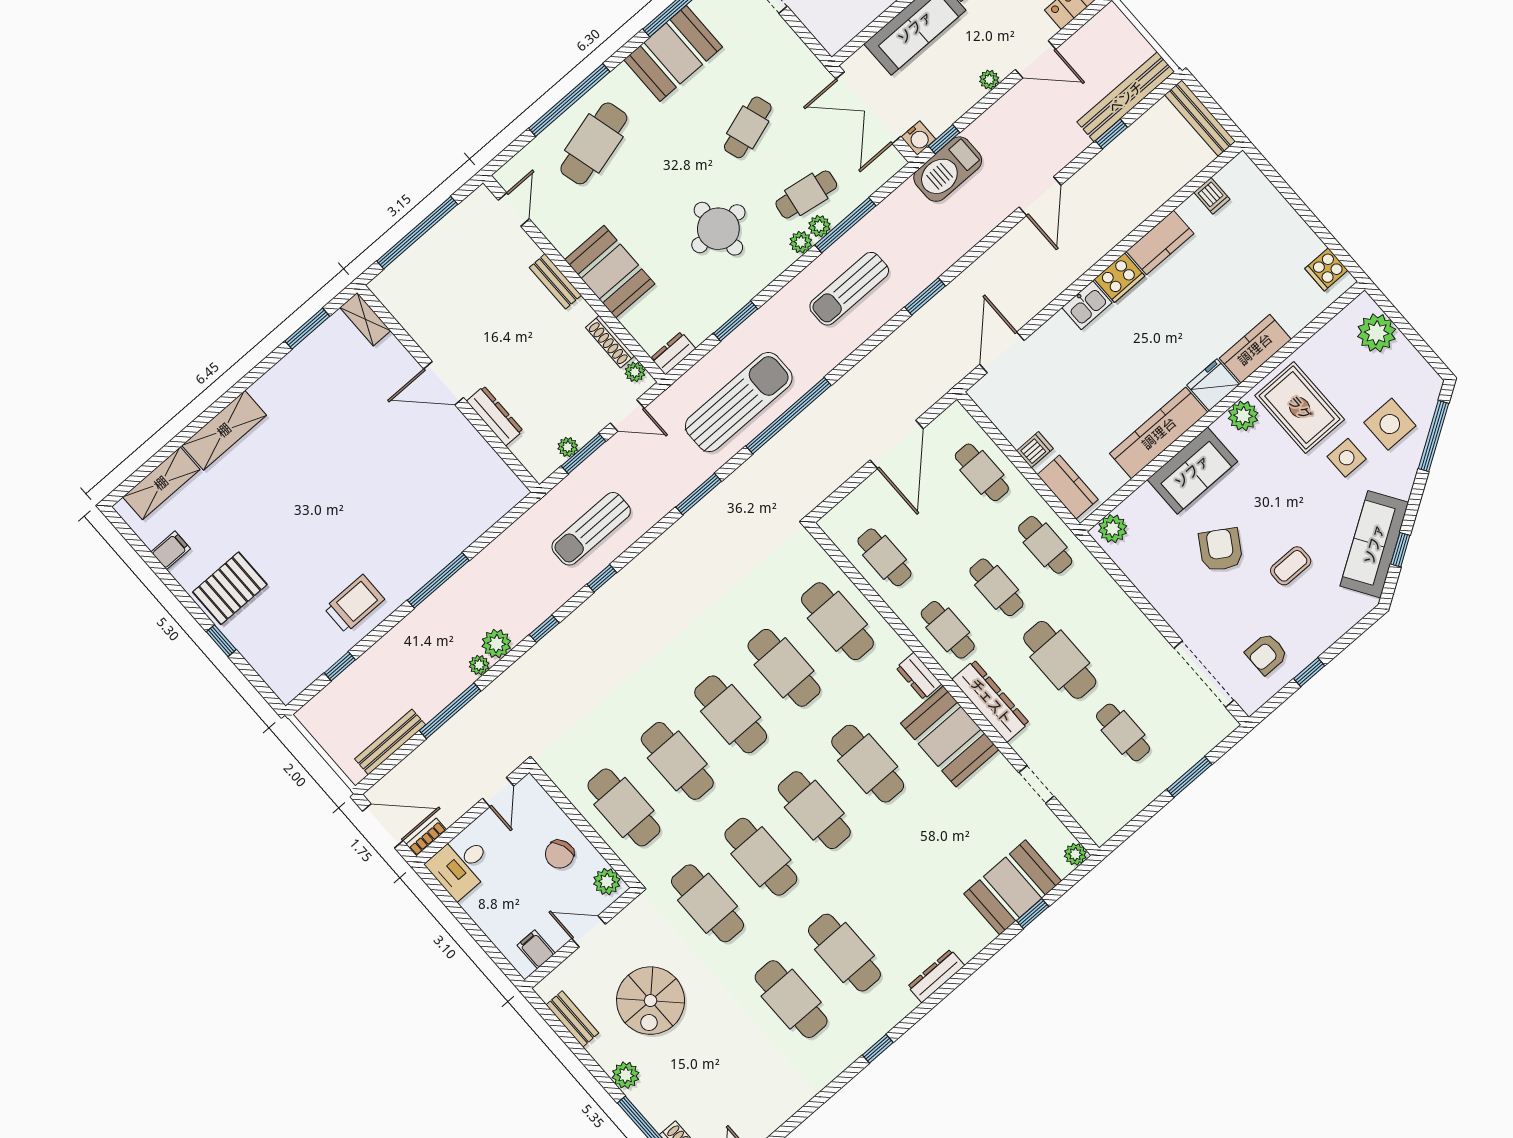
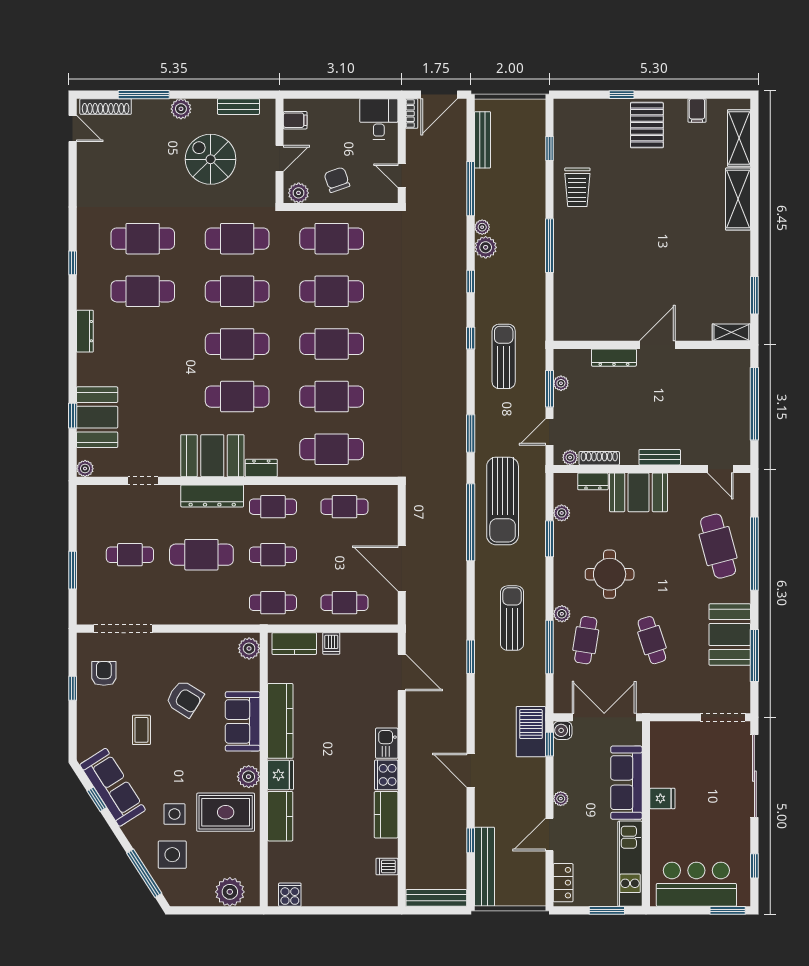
plant: (819, 226) -> (562, 513), moved
dresser: (673, 353) -> (593, 481), moved, turned 90

